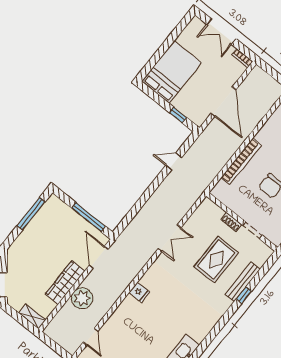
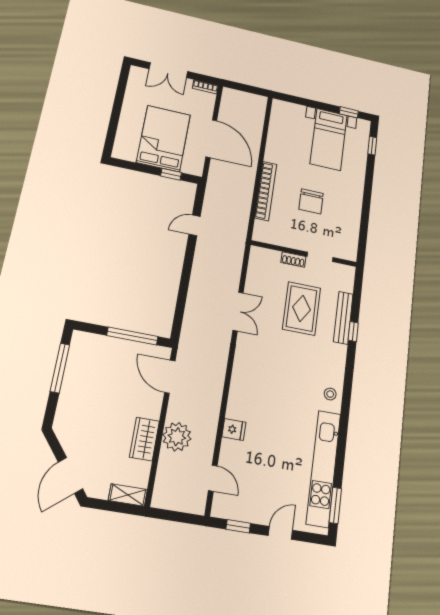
bed: (172, 72) -> (163, 138), moved
wardrobe: (65, 282) -> (144, 439), width x0.67
fridge: (139, 292) -> (234, 430), moved
stool: (201, 328) -> (330, 394), added

